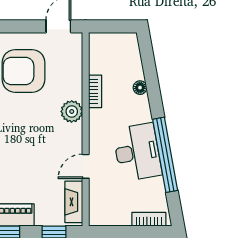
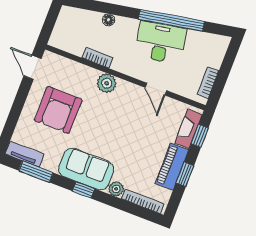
fireplace: (74, 202) -> (188, 129), moved, turned 90
bookcase: (149, 219) -> (208, 83), moved

